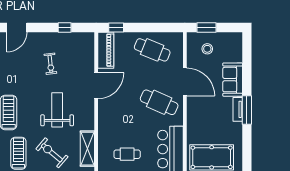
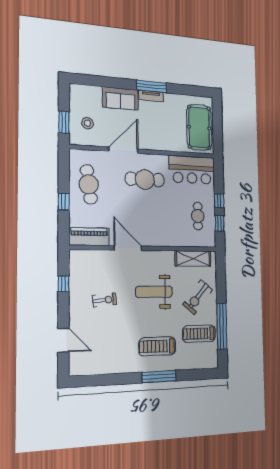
window: (116, 27) -> (64, 202), moved
cafe table: (152, 50) -> (89, 184), turned -30
cafe table: (159, 102) -> (145, 179), turned 66

